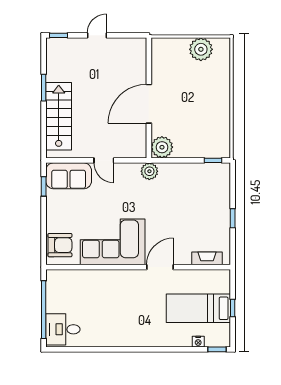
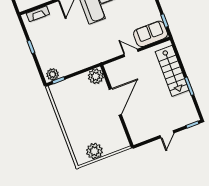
plant: (149, 171) -> (53, 74), moved

